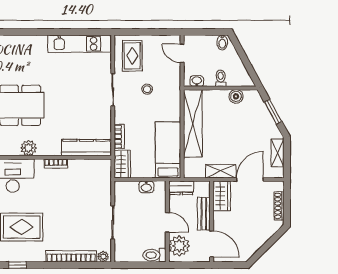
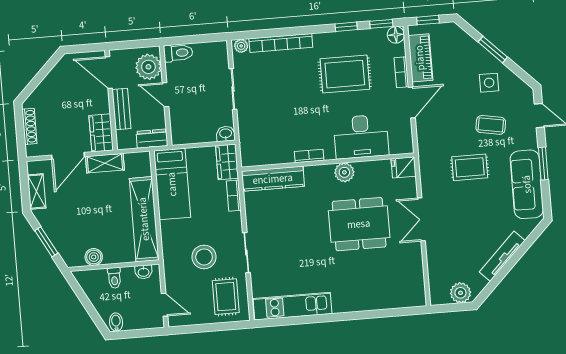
stool: (147, 89) -> (204, 257), width x1.89, depth x1.89
washbasin: (146, 187) -> (226, 134), moved

